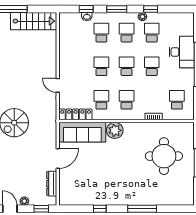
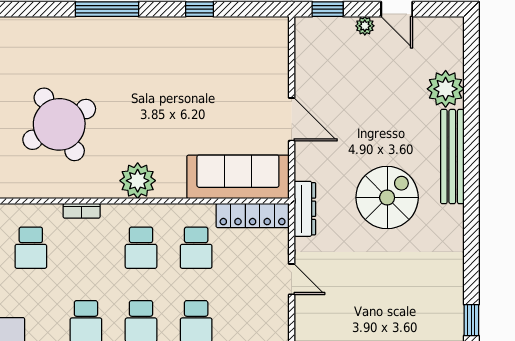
plant: (115, 130) -> (138, 181), moved
round table: (164, 156) -> (59, 124), turned -30
door: (58, 158) -> (292, 119), swing flipped
dresser: (52, 184) -> (305, 209), moved

